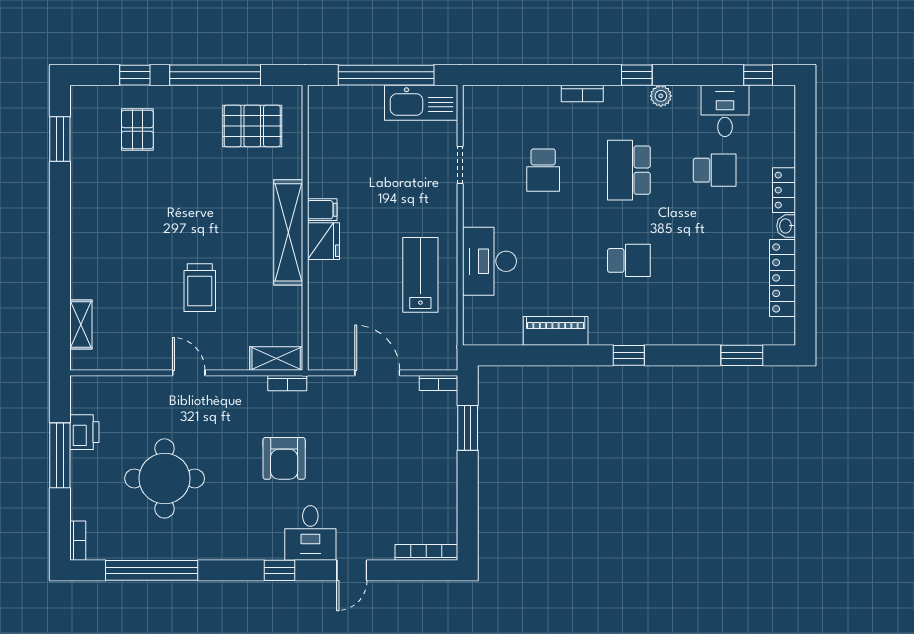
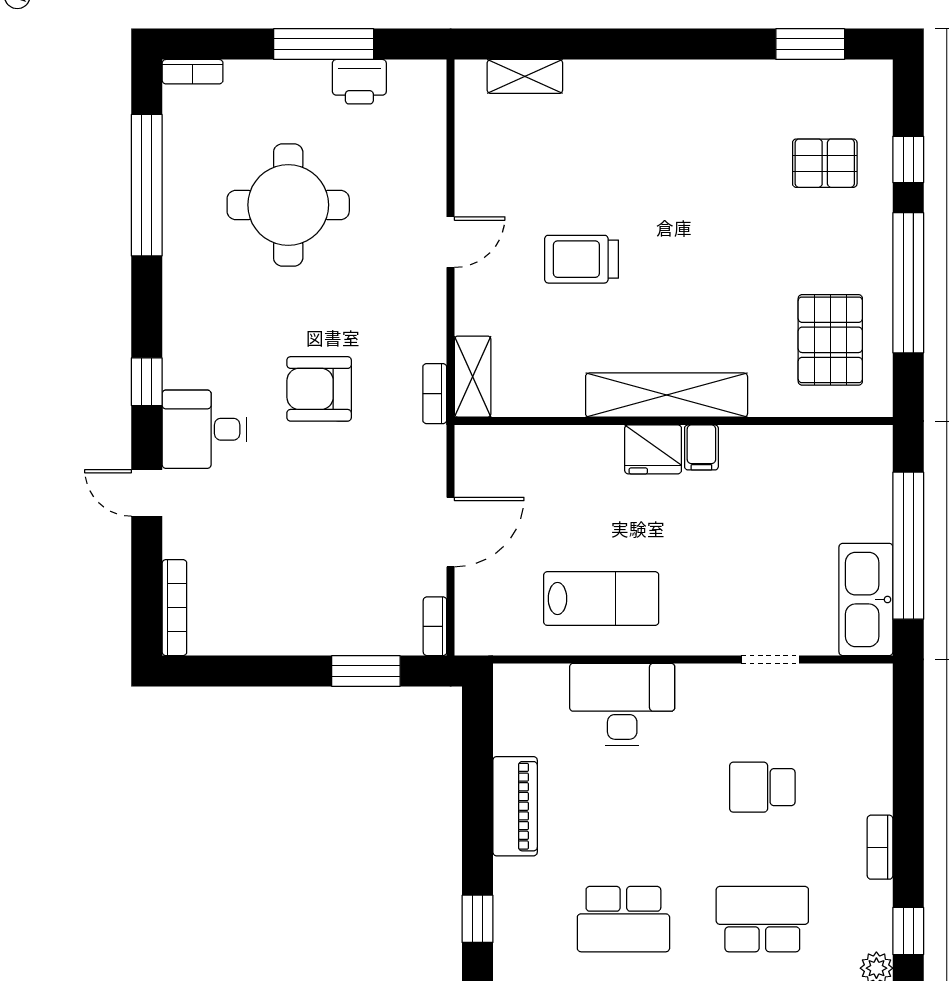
school desk: (629, 260) -> (623, 919), width x1.85

